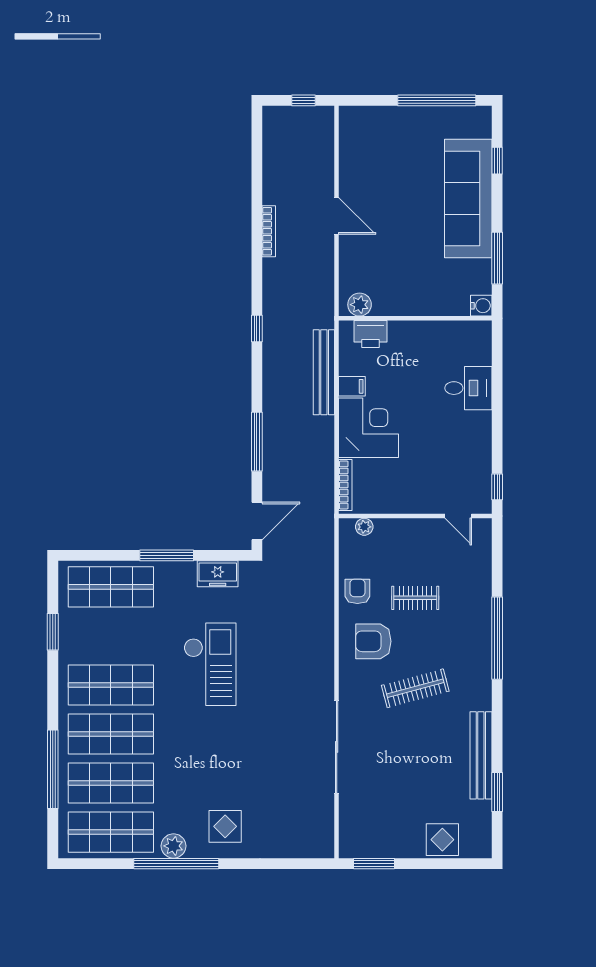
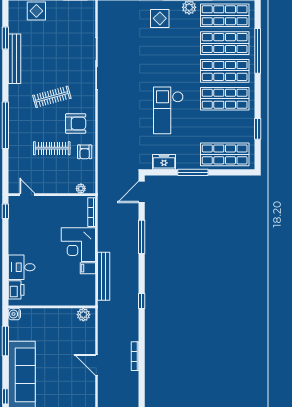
printer: (370, 334) -> (16, 290), moved, turned 90
clothes rail: (415, 598) -> (52, 148), width x1.36

